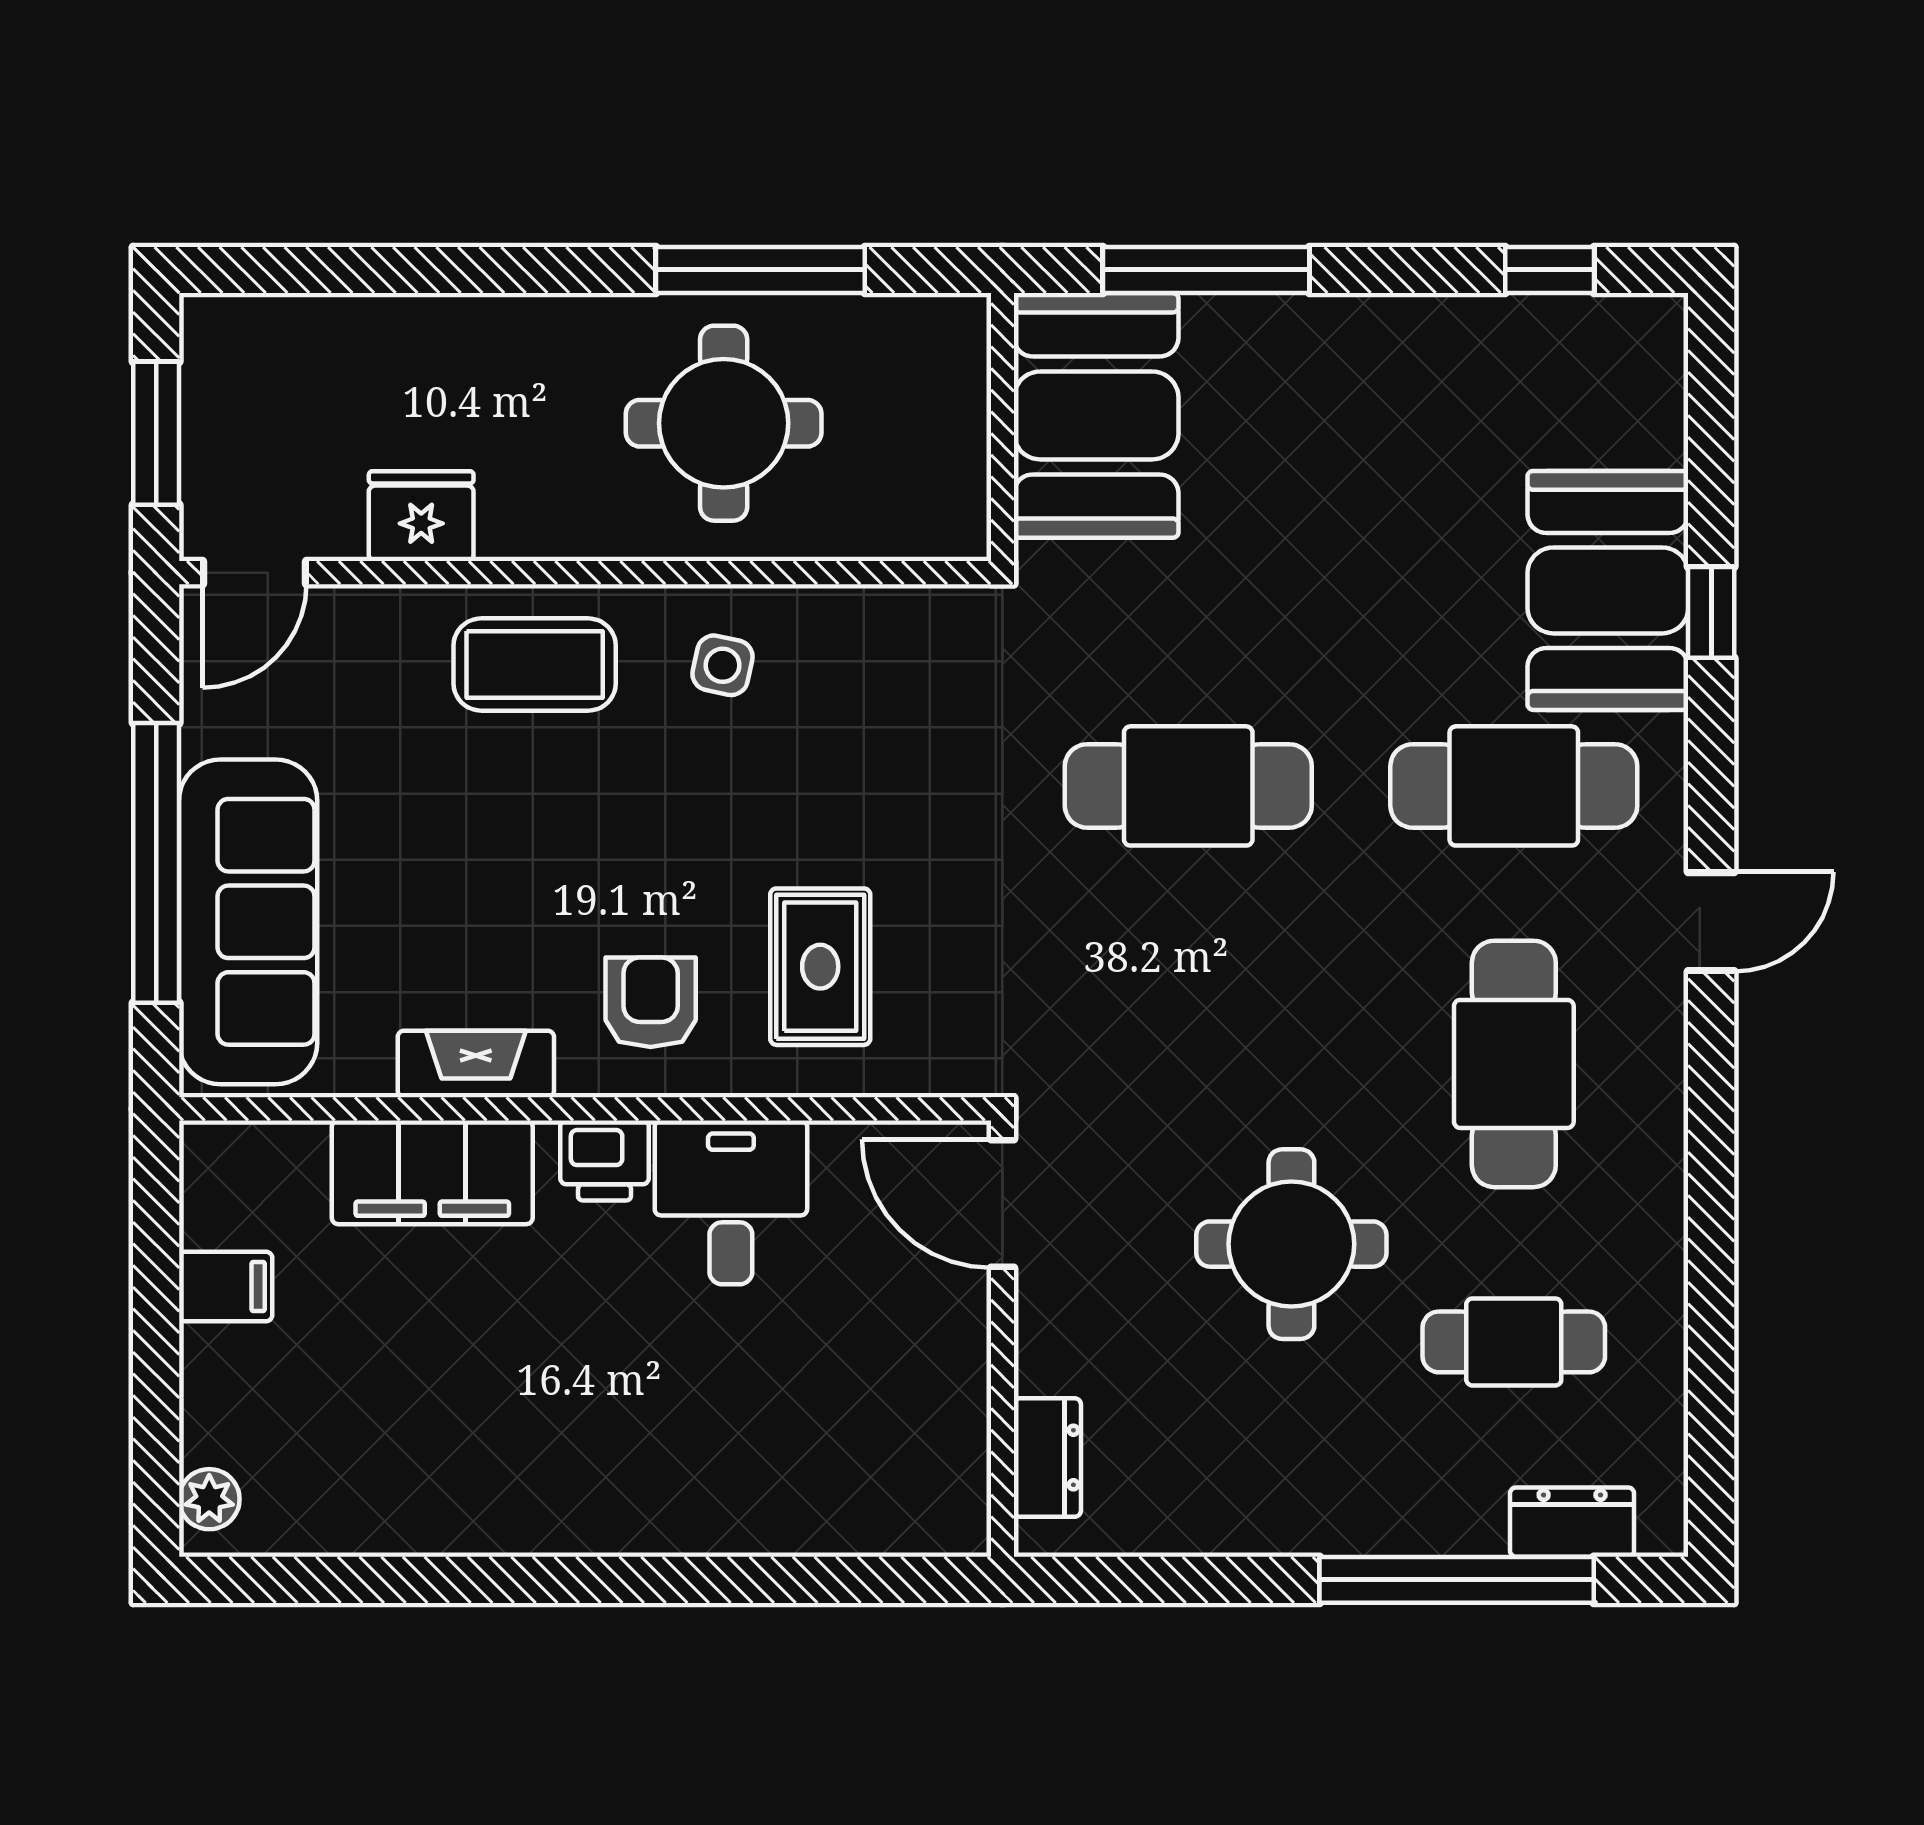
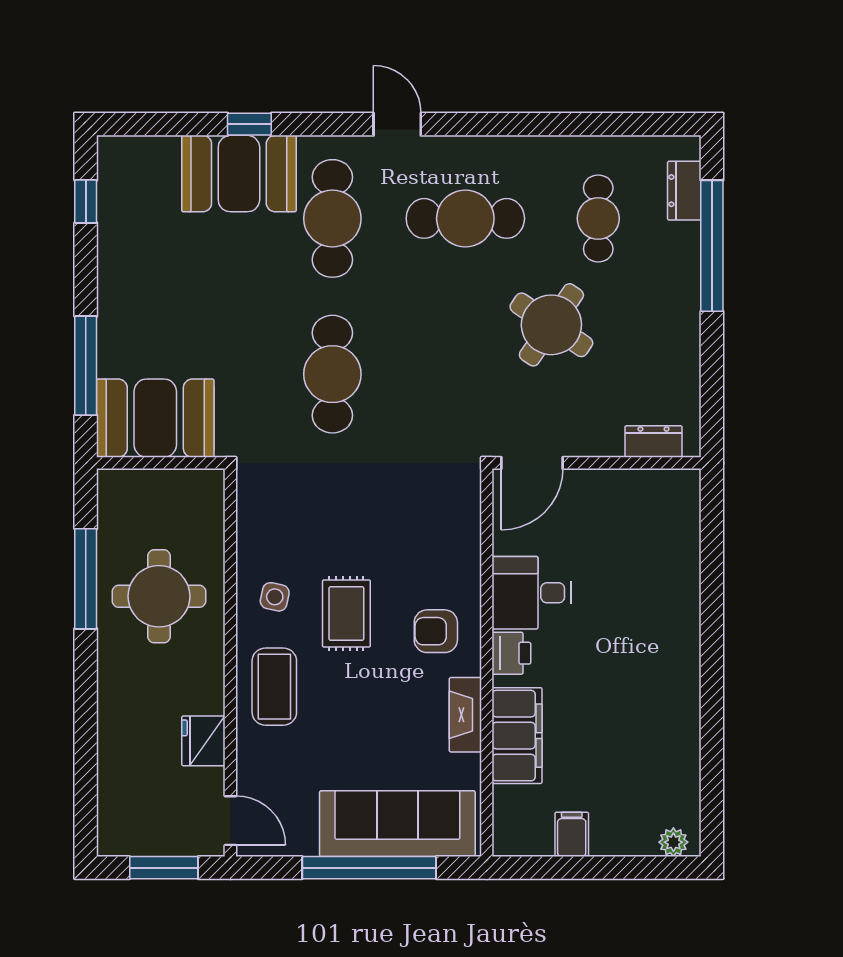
rug: (820, 967) -> (346, 614), moved, turned 90
round table: (1291, 1244) -> (551, 325), turned 34

